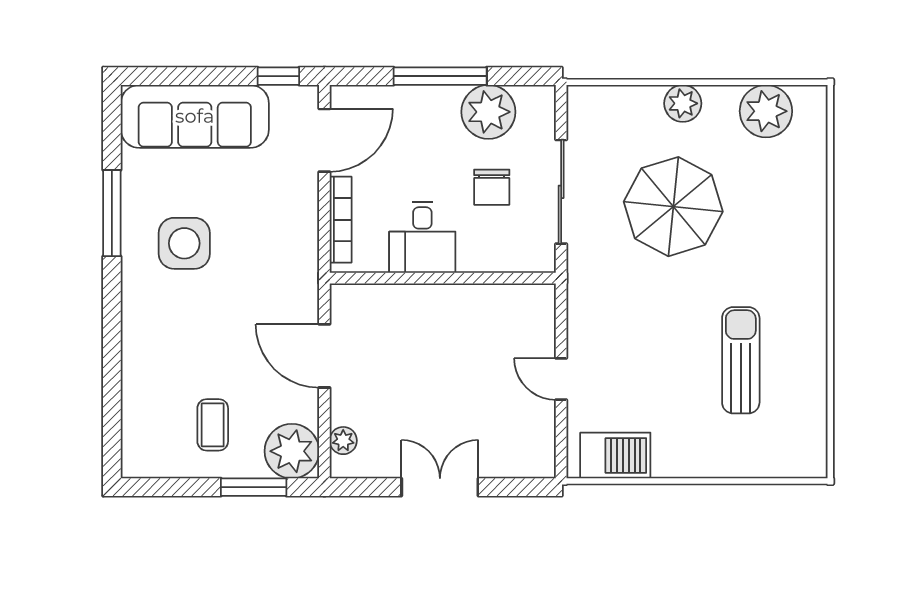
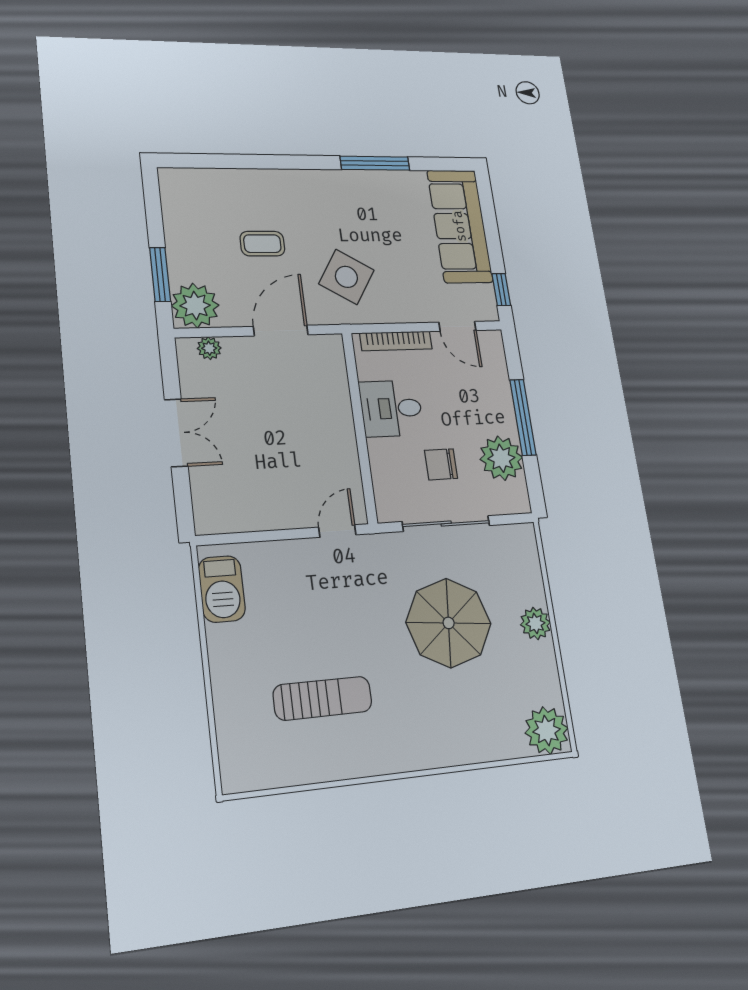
plant: (766, 111) -> (547, 730), moved
door: (324, 140) -> (458, 326), width x0.73
side table: (184, 243) -> (346, 277), moved, turned 32
door: (561, 379) -> (337, 531), moved
coffee table: (213, 425) -> (262, 244), moved

